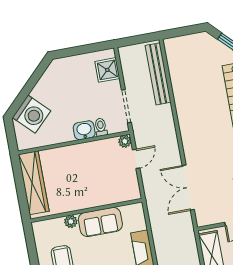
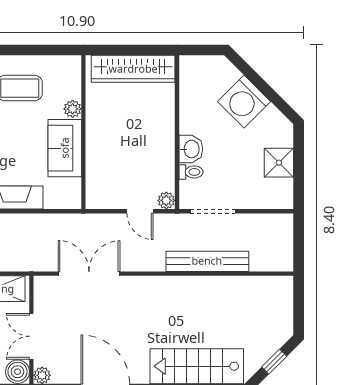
shower: (107, 70) -> (279, 163), moved
bench: (158, 74) -> (207, 261), moved
washing machine: (32, 114) -> (244, 102), moved

